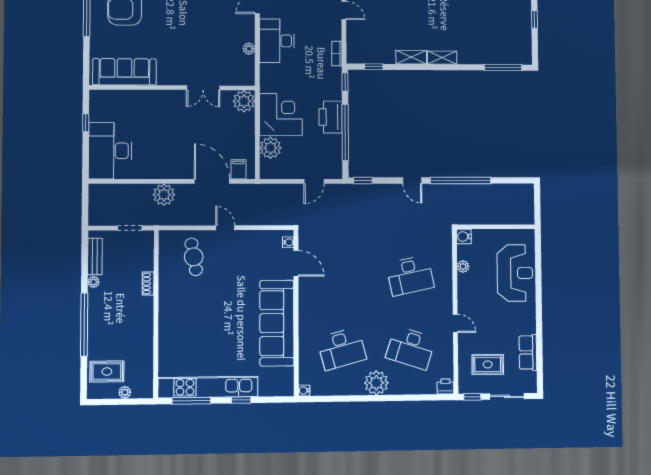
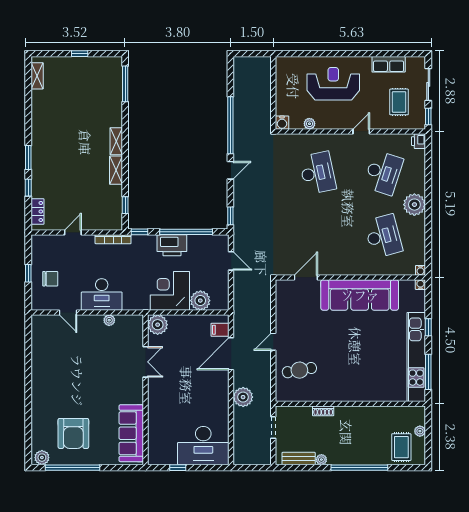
bookcase: (337, 54) -> (113, 239), width x1.56
water cooler: (288, 242) -> (420, 285), moved
reception desk: (515, 273) -> (333, 84), moved

